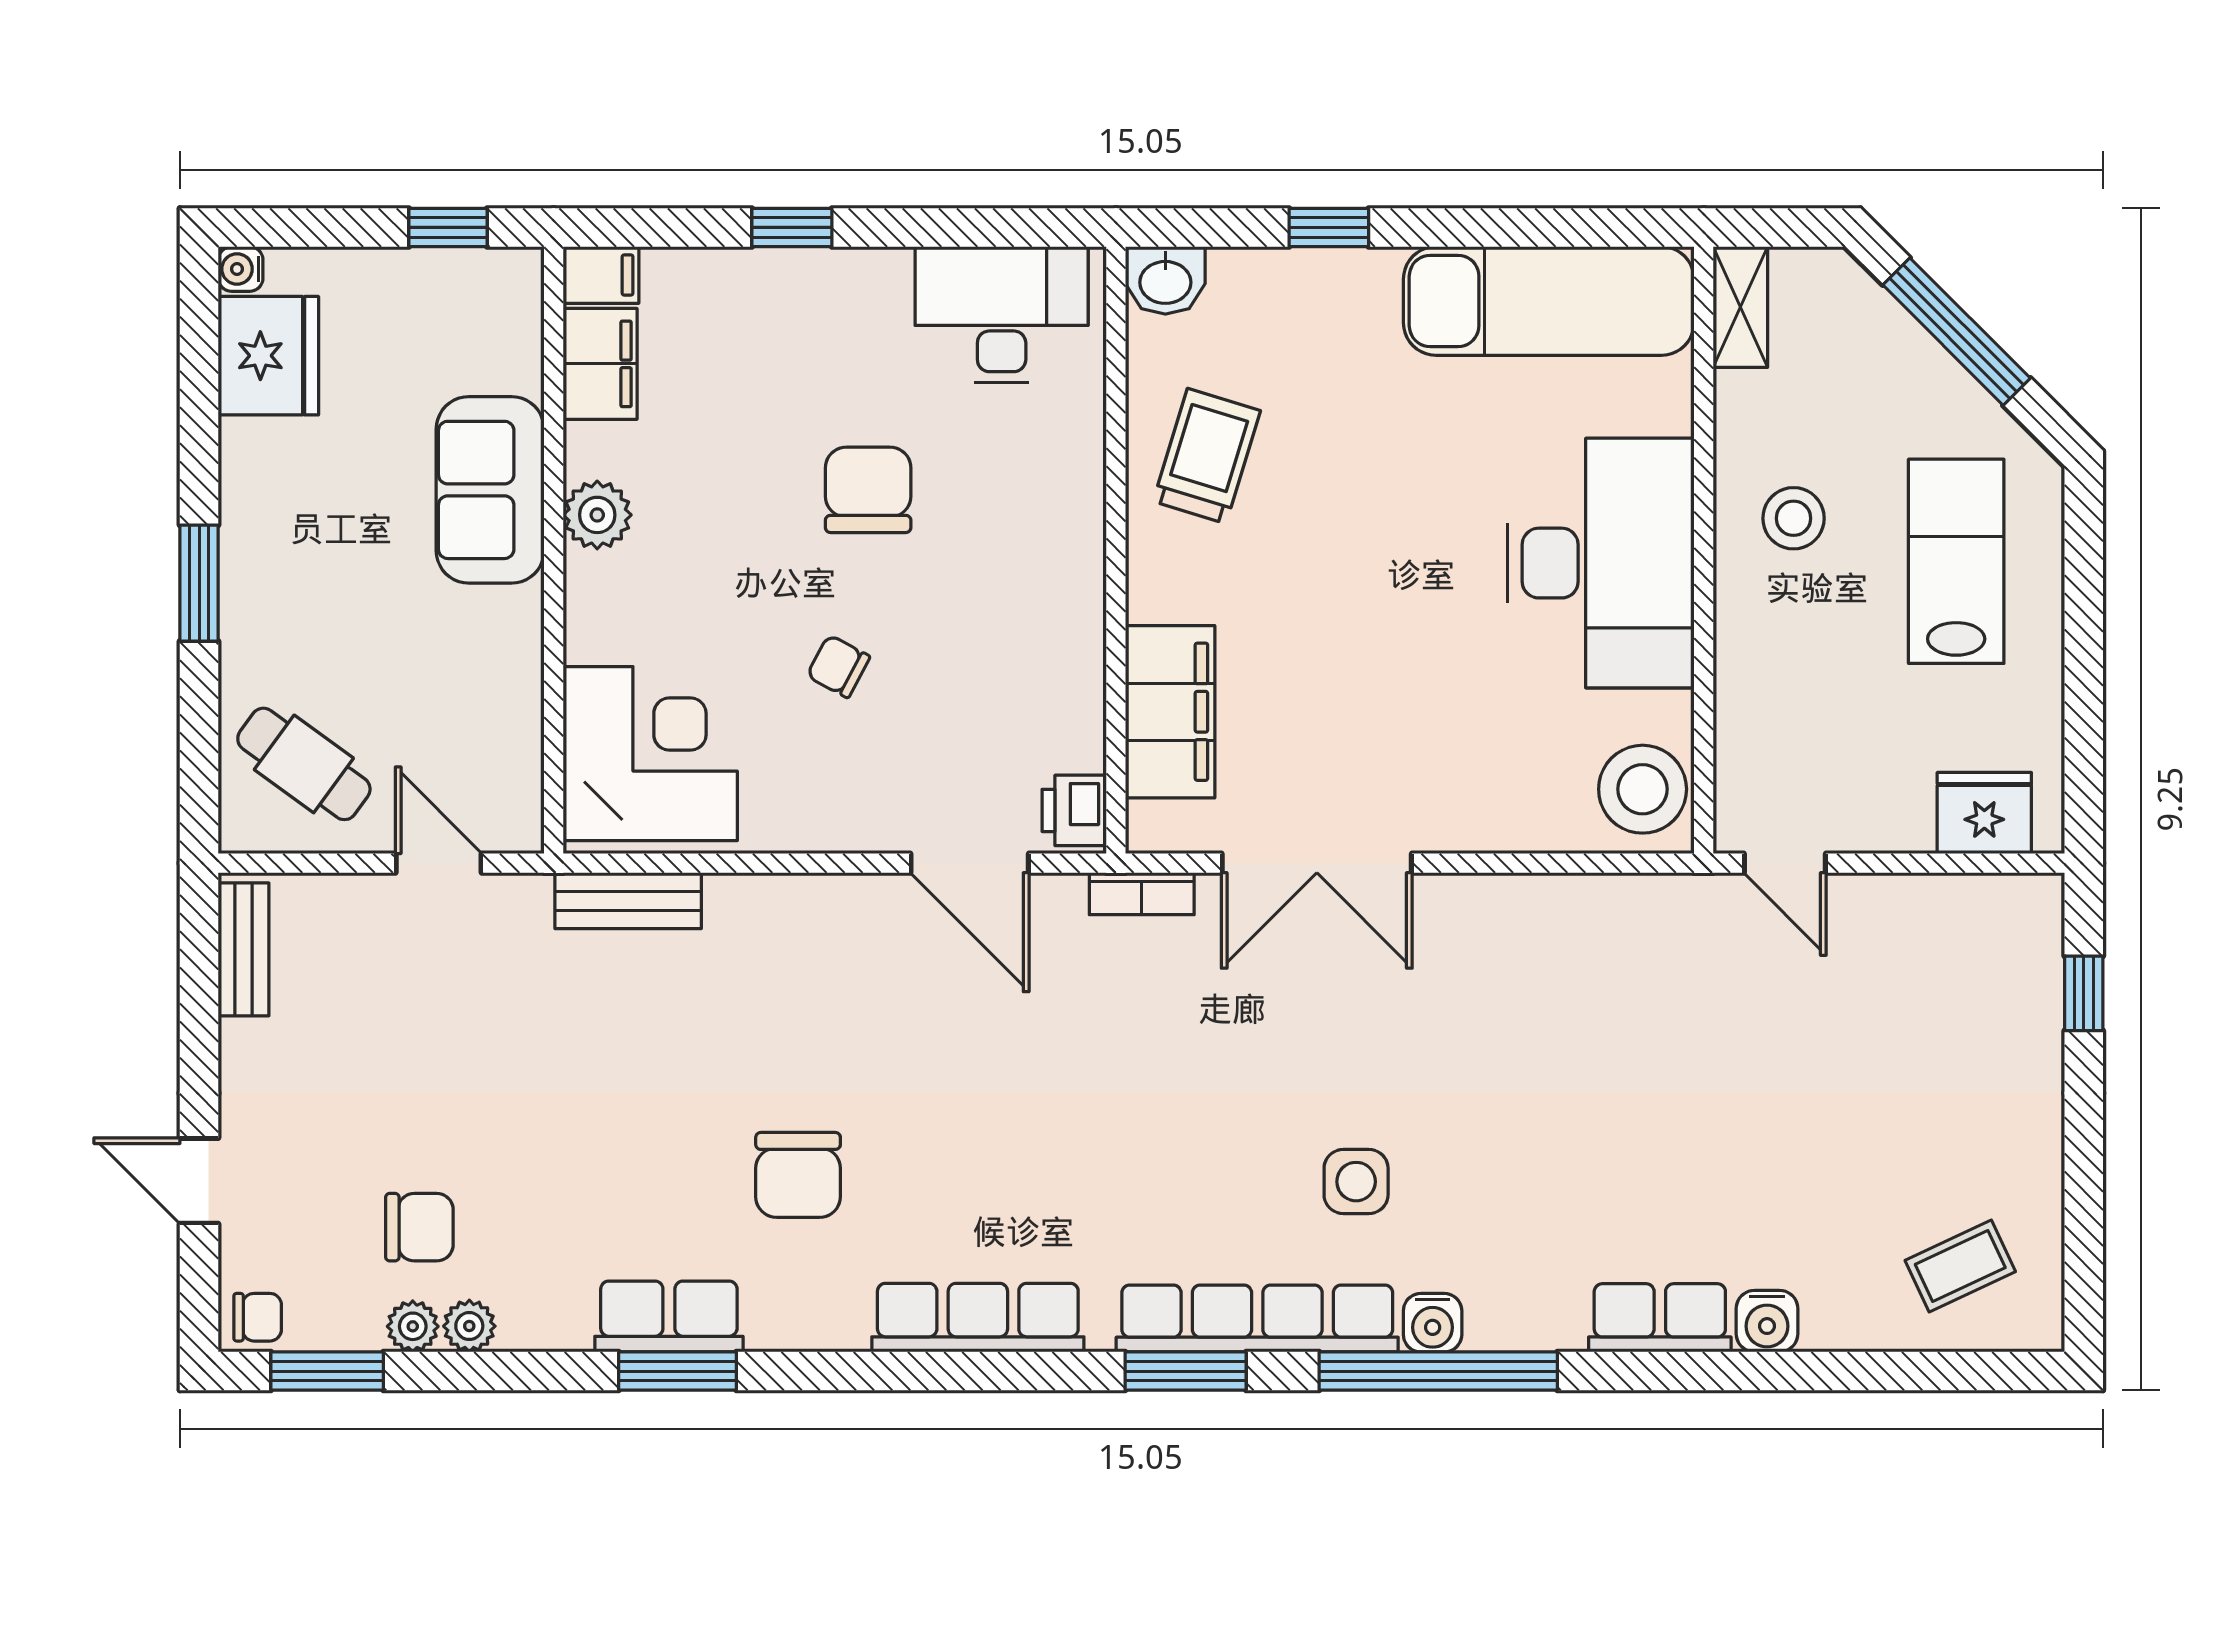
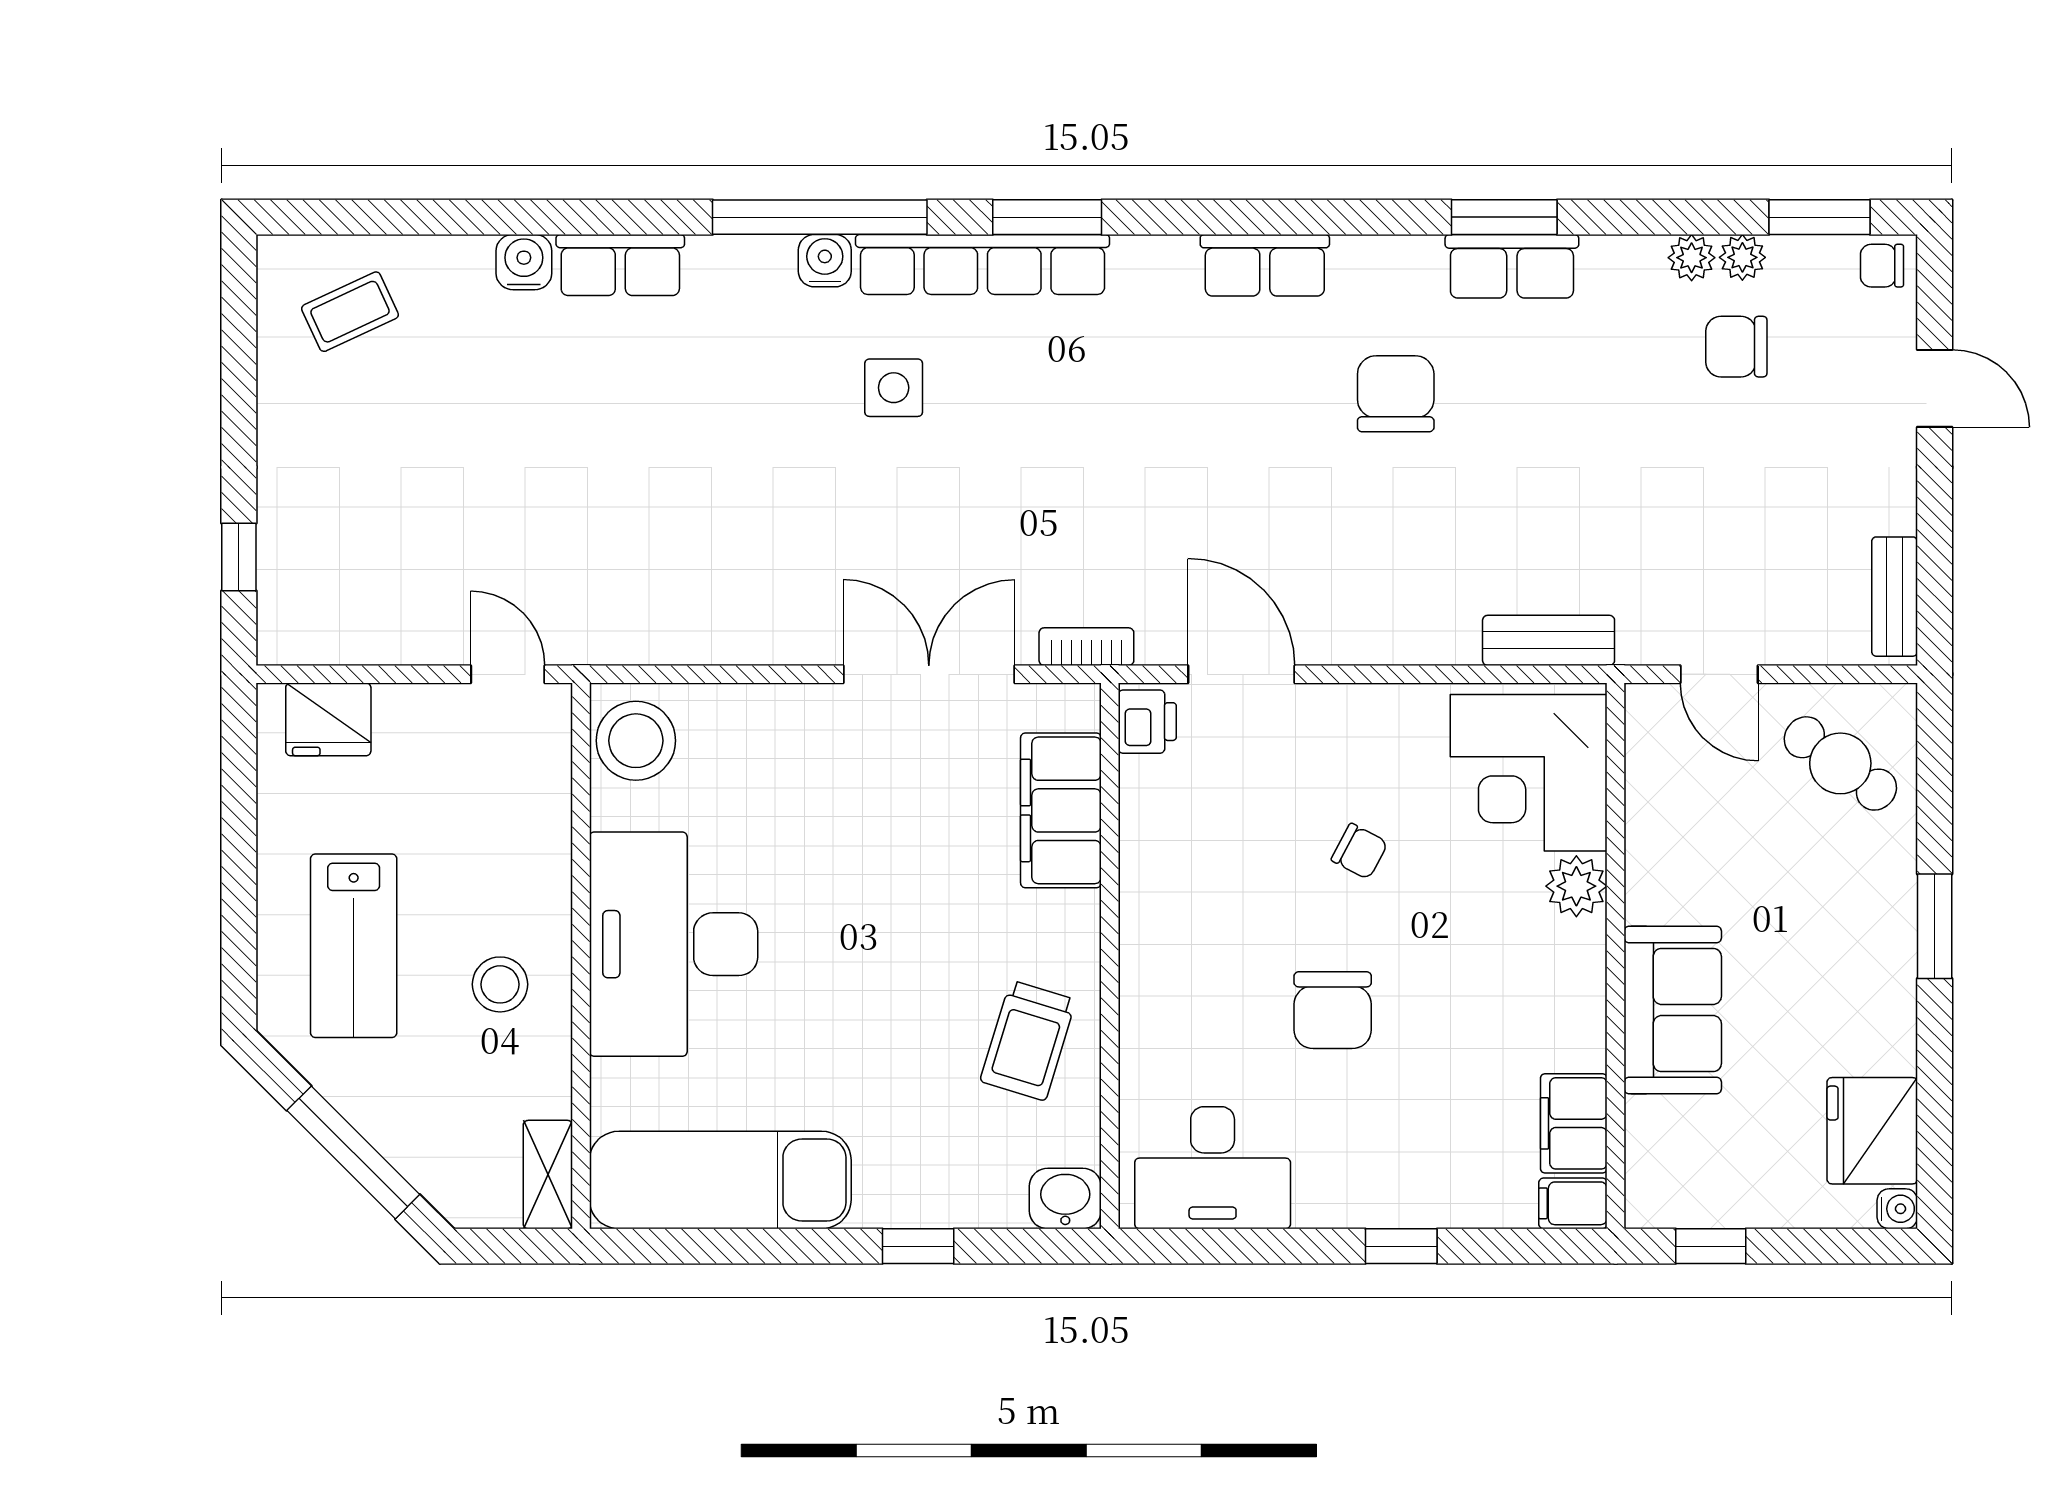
plant: (597, 515) -> (1576, 886), moved
row of seats: (978, 1318) -> (1265, 265), width x0.68

